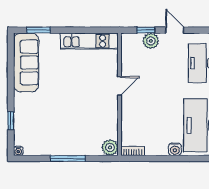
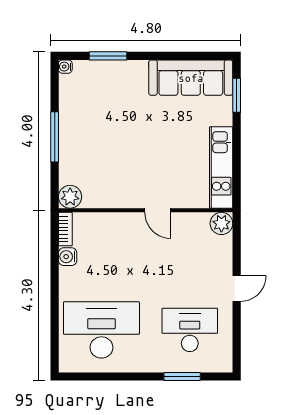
window: (146, 30) -> (237, 248), removed
plant: (151, 41) -> (221, 223), moved
window: (11, 121) -> (108, 56), width x1.50
water cooler: (175, 149) -> (68, 257), moved

